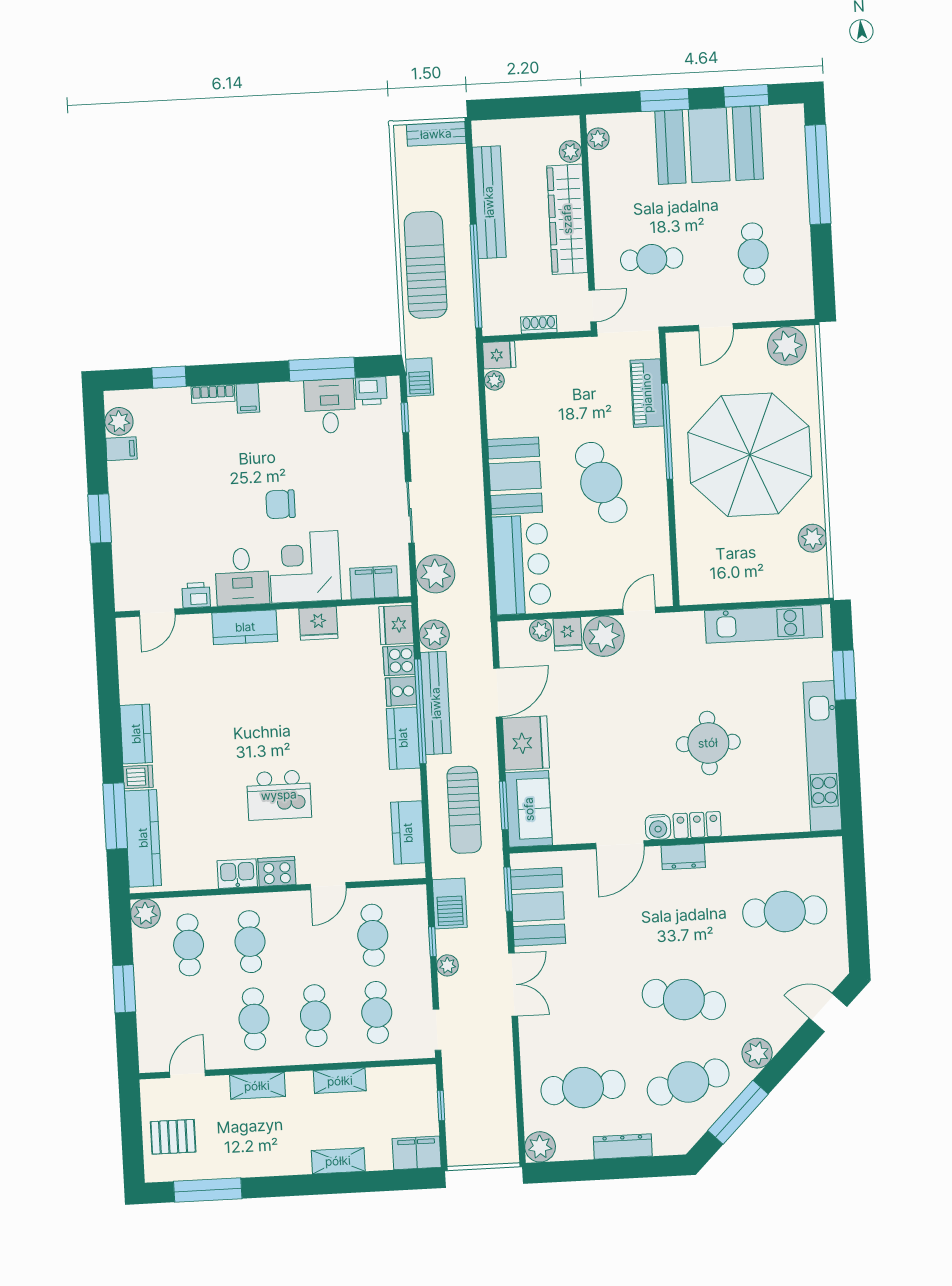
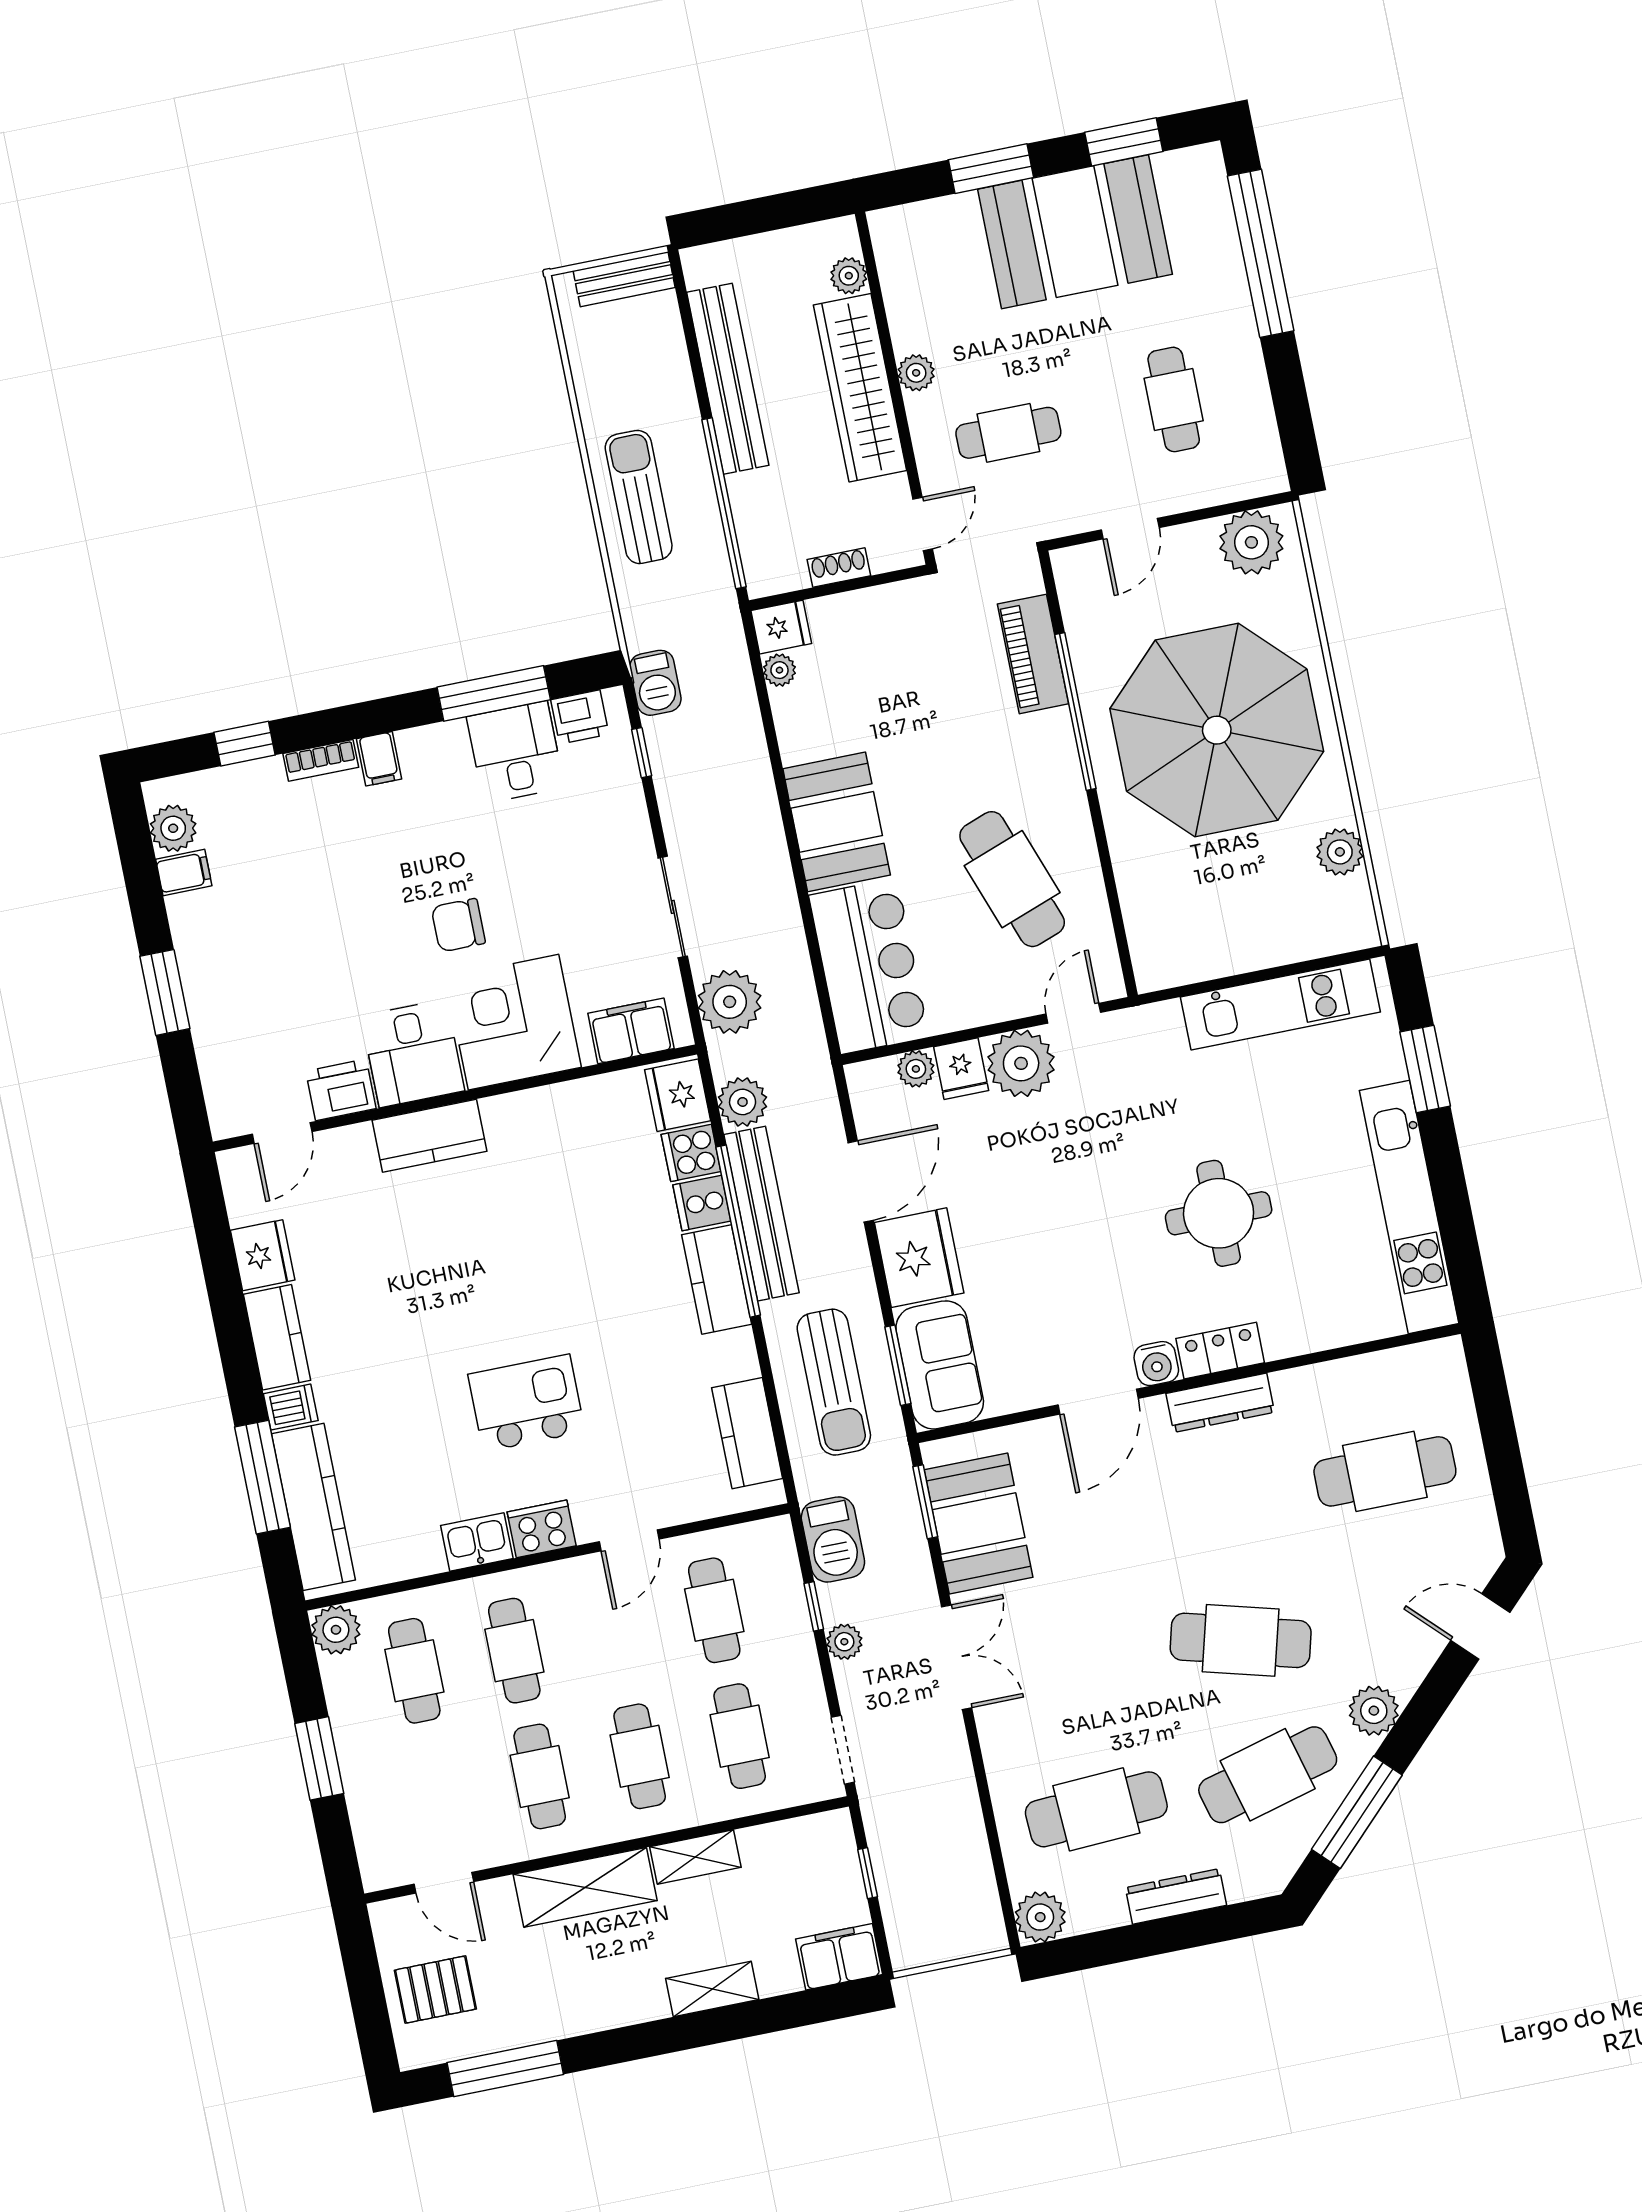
plant: (598, 139) -> (916, 373), moved
sun lounger: (426, 265) -> (639, 497), width x0.73, depth x0.75
cafe table: (601, 482) -> (1012, 879), moved
printer: (196, 595) -> (341, 1090), width x1.36, depth x1.24
fridge: (318, 623) -> (263, 1255), moved, turned -90
kitchen island: (279, 795) -> (526, 1403), turned 180
dresser: (683, 857) -> (1220, 1403), width x1.44
door: (187, 1074) -> (444, 1883), swing flipped
shelving: (257, 1086) -> (585, 1887), width x1.50, depth x1.33

